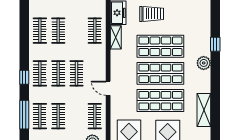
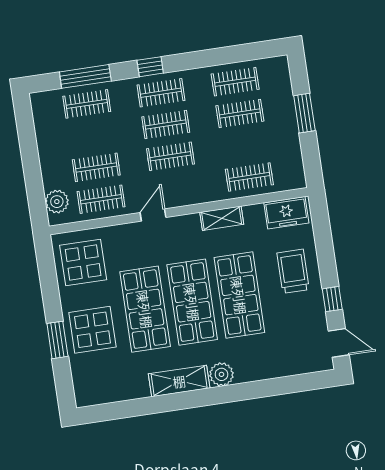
trolley: (152, 14) -> (293, 271), turned 180
shelving: (116, 37) -> (222, 218), moved
window: (215, 44) -> (257, 389), removed
shelving: (204, 110) -> (179, 381), moved
clothes rail: (58, 116) -> (96, 167), moved

